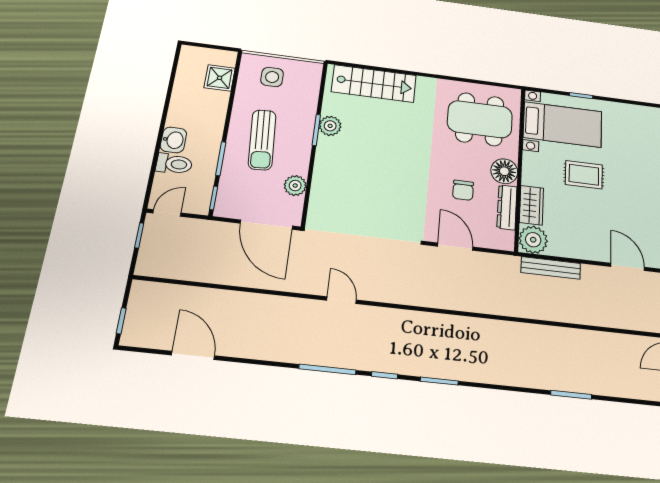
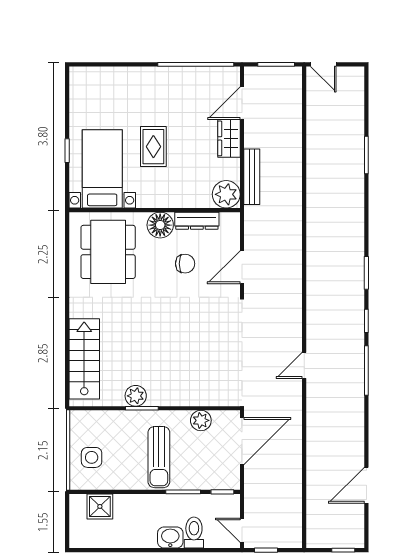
sun lounger: (262, 140) -> (159, 457), turned 94
wardrobe: (532, 205) -> (229, 138), moved, turned -90

